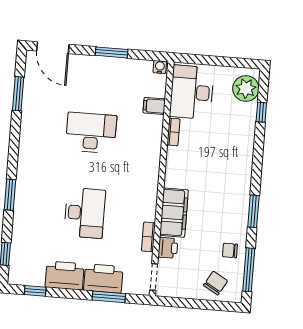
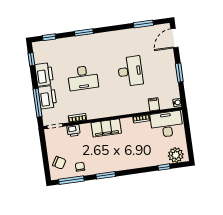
filing cabinet: (174, 213) -> (106, 128), moved
window: (109, 297) -> (38, 103), width x1.44

